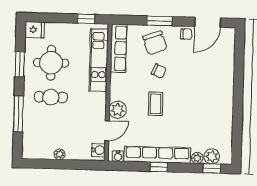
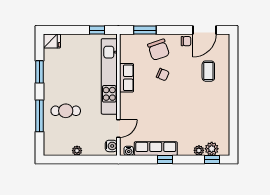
window: (159, 21) -> (145, 30), moved
row of seats: (119, 48) -> (127, 78), moved, width x0.68
kitchen unit: (99, 60) -> (109, 76), width x1.36
round table: (51, 63) -> (67, 70), removed
cafe table: (51, 97) -> (66, 111), moved
coffee table: (155, 104) -> (208, 71), moved
plant: (118, 110) -> (127, 110), removed
row of seats: (157, 155) -> (156, 149), width x0.73

